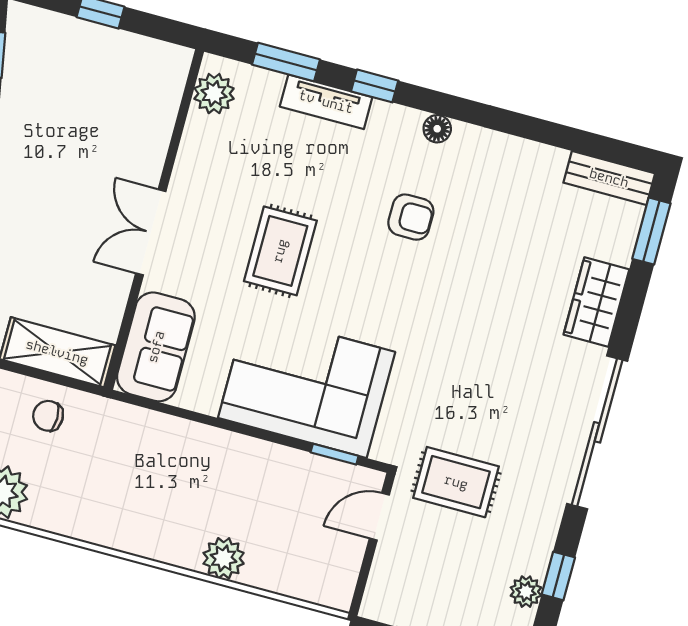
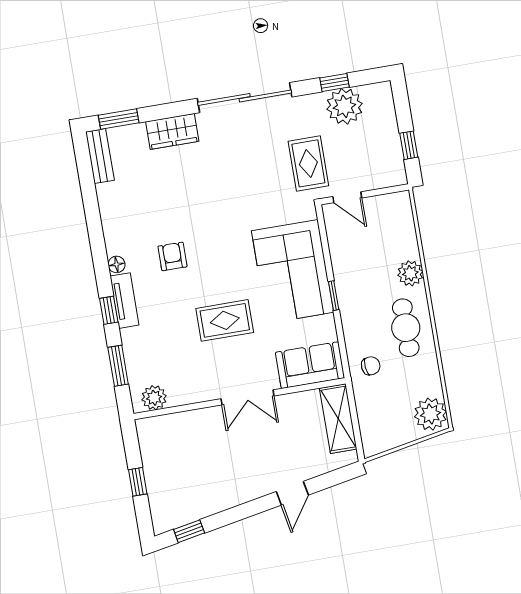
tv unit: (326, 102) -> (124, 301), moved
chair: (48, 416) -> (371, 366), moved, turned -96
window: (335, 454) -> (334, 296), moved
cafe table: (146, 514) -> (406, 328), added
plant: (526, 592) -> (344, 106), width x1.87, depth x1.87

